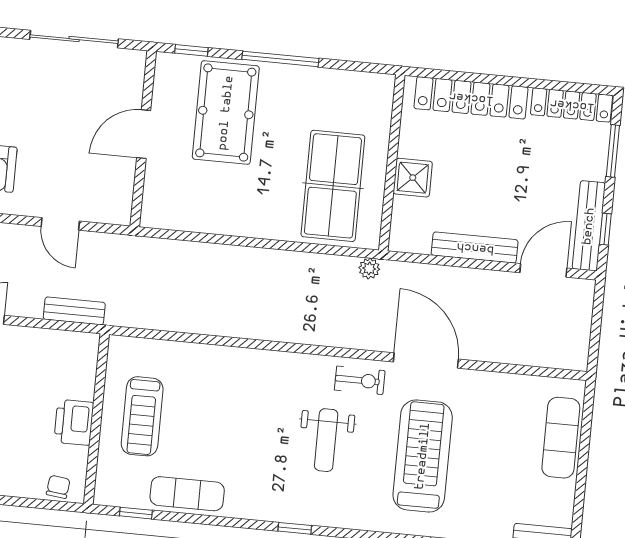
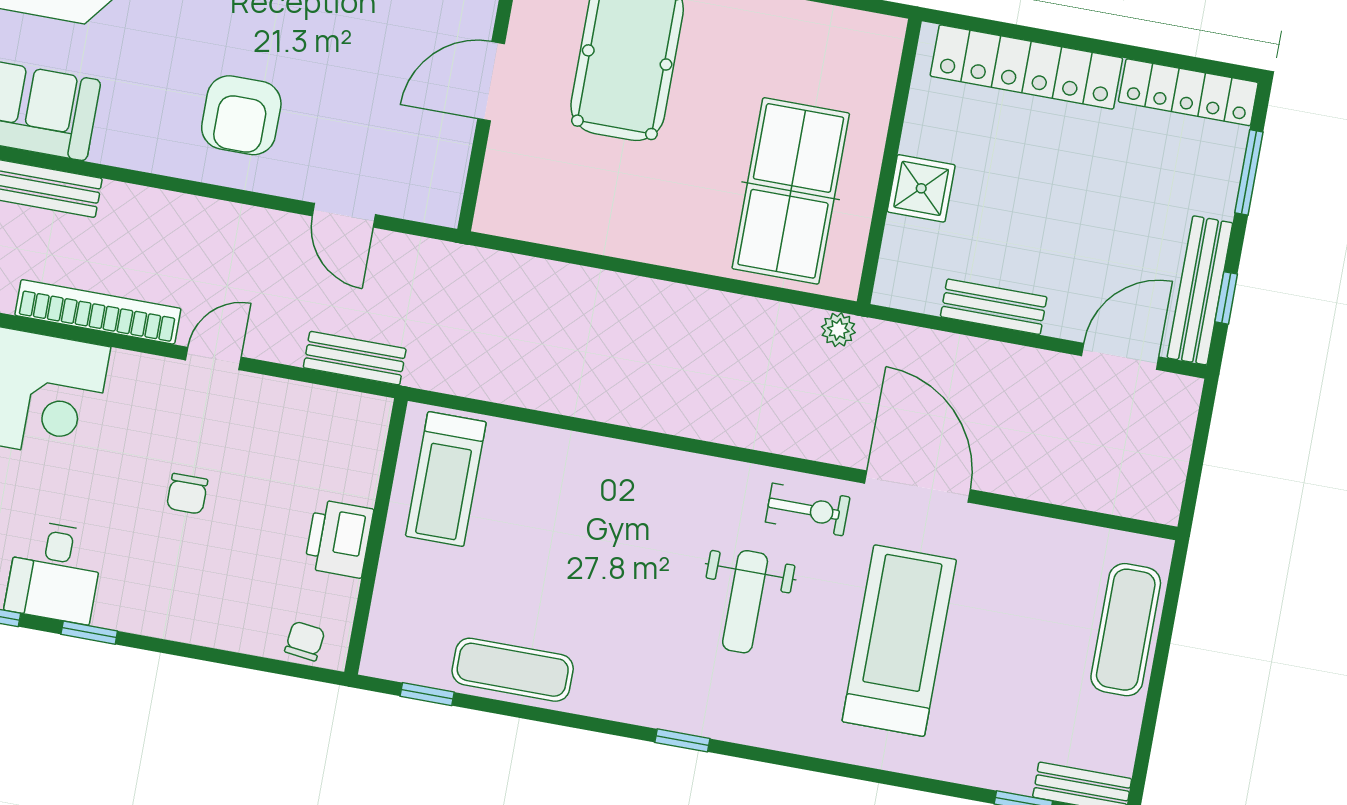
bench: (475, 248) -> (994, 307), width x0.73
treadmill: (142, 416) -> (446, 479), moved

